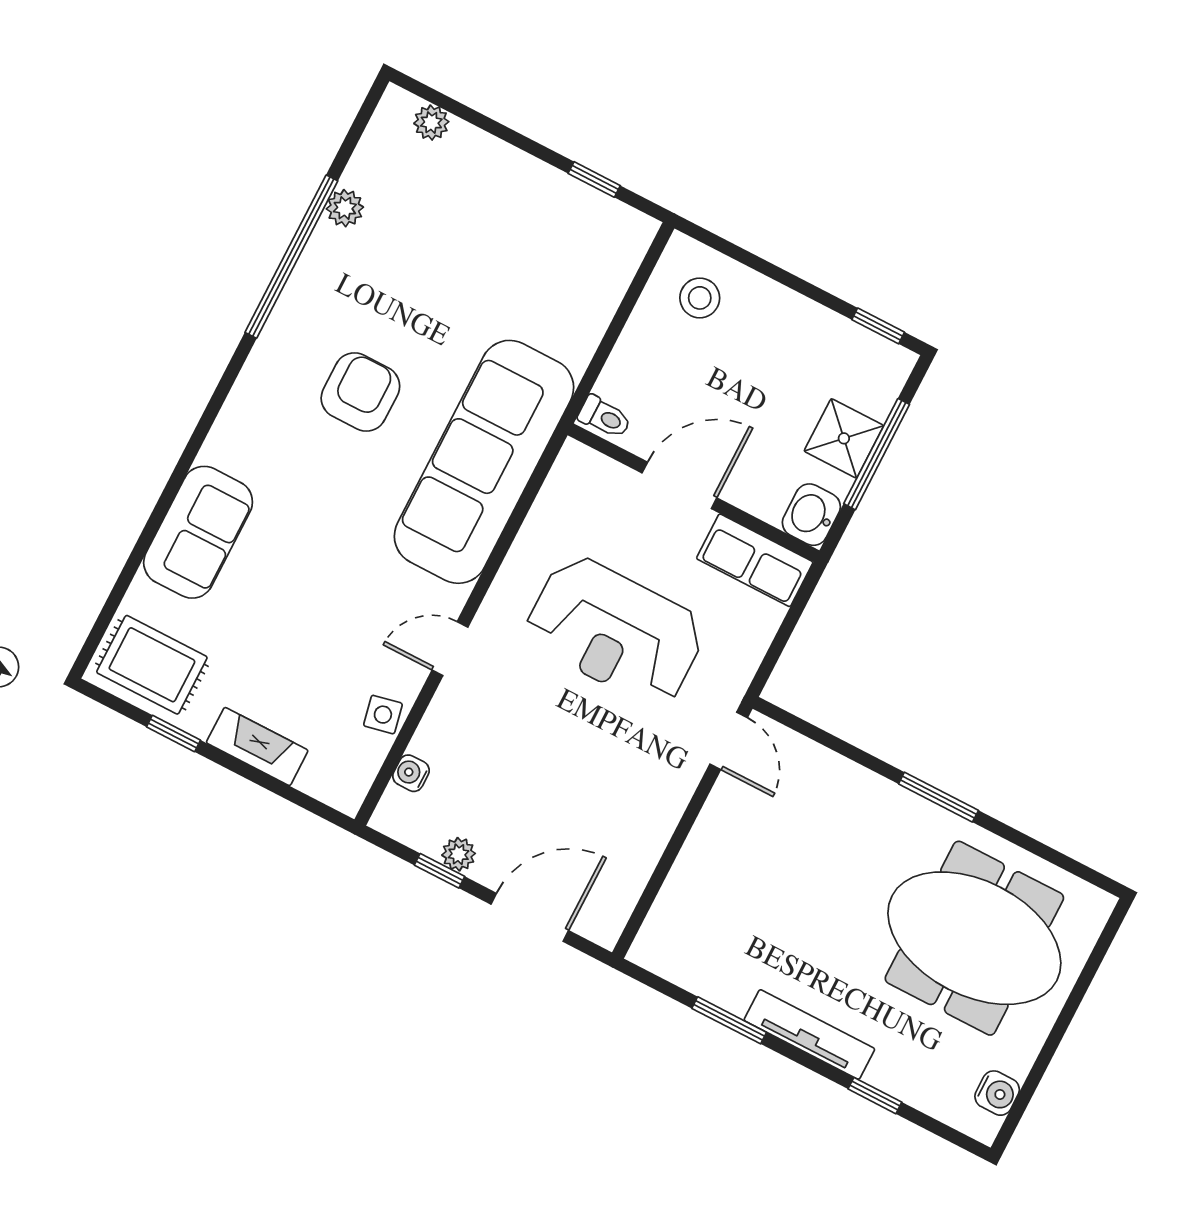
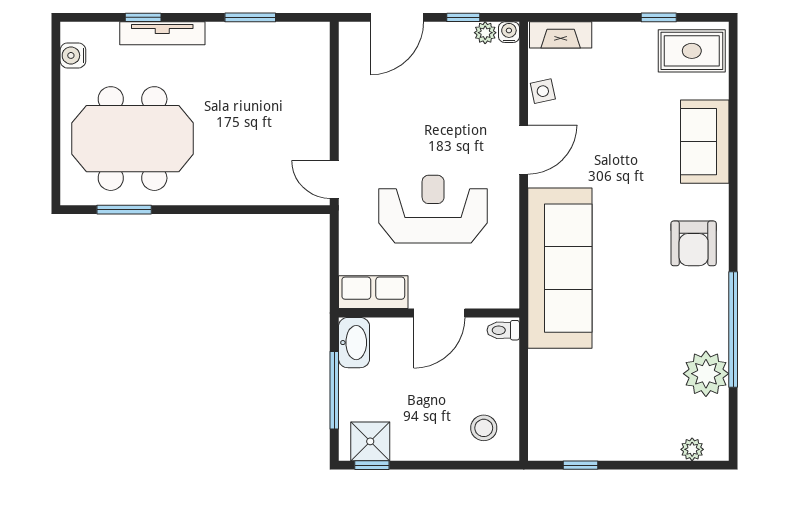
plant: (345, 208) -> (706, 374), width x1.87, depth x1.87
armchair: (360, 392) -> (694, 243), moved
shower: (844, 438) -> (370, 441), moved
washbasin: (811, 515) -> (354, 343), width x1.38
door: (450, 649) -> (524, 150), width x1.38
fireplace: (257, 747) -> (561, 35), moved
water cooler: (411, 773) -> (509, 32), moved, turned -90
window: (938, 797) -> (124, 210), moved
plant: (459, 854) -> (485, 33), moved
tv unit: (809, 1034) -> (162, 33), moved

